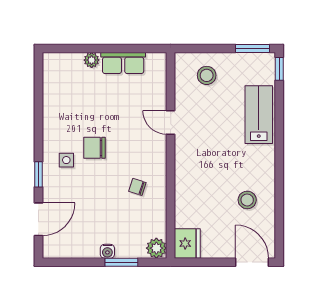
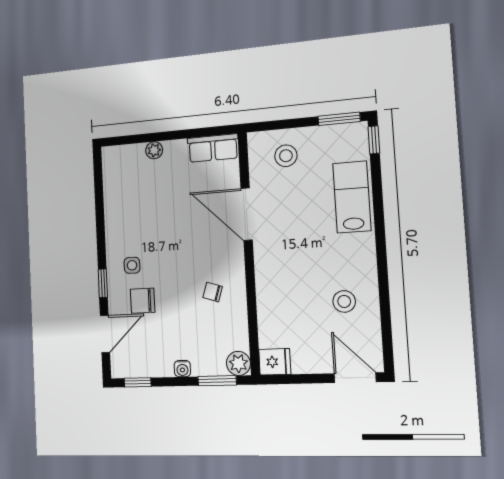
row of seats: (123, 63) -> (213, 148), moved
door: (171, 122) -> (247, 214), width x1.88
chair: (95, 148) -> (143, 301), moved
fridge: (187, 243) -> (275, 362), width x0.72
window: (67, 262) -> (138, 382), added
window: (121, 262) -> (217, 381), moved

